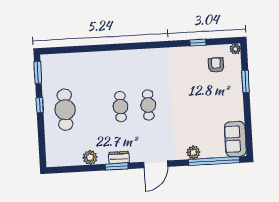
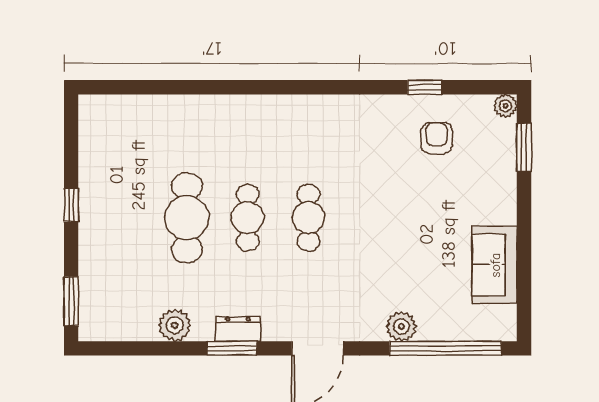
armchair: (216, 65) -> (437, 138), moved
window: (38, 72) -> (71, 301), moved
window: (246, 81) -> (524, 147), moved
cafe table: (65, 110) -> (187, 218), moved
sofa: (235, 139) -> (495, 265), moved

